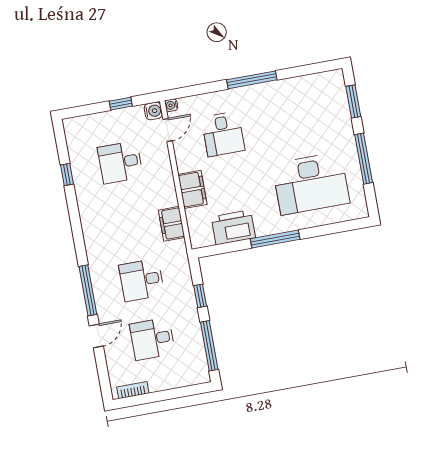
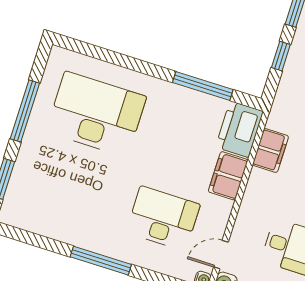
desk: (223, 134) -> (163, 218), width x1.37
printer: (233, 227) -> (239, 129), moved, turned 90
window: (275, 239) -> (203, 86), moved

